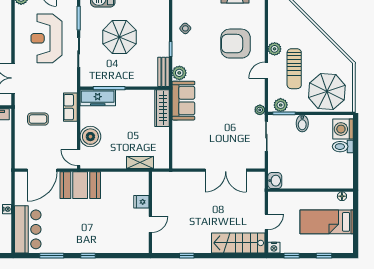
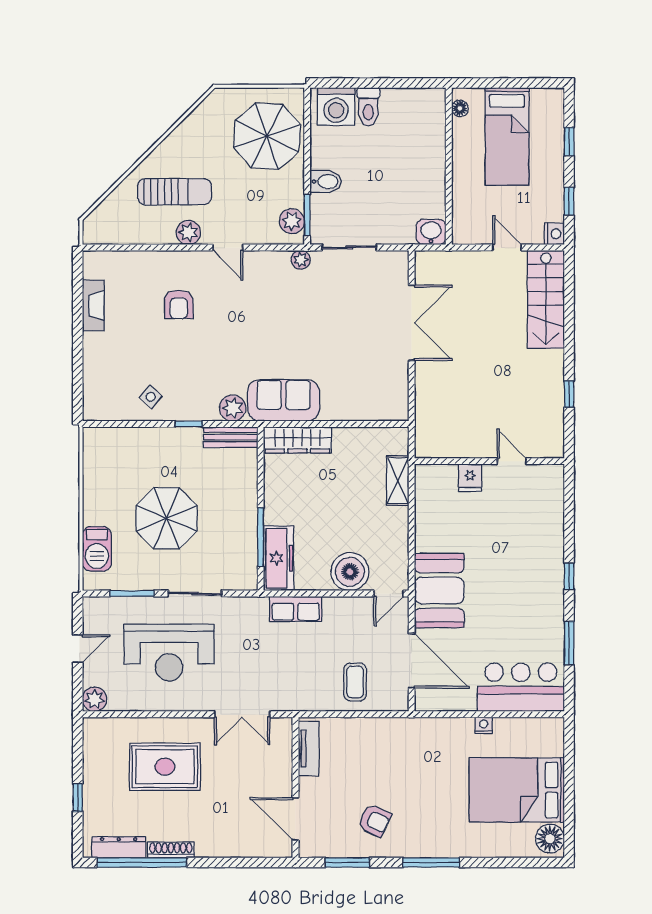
armchair: (236, 44) -> (179, 304), width x0.53, depth x0.53
sun lounger: (294, 69) -> (175, 192), moved
coffee table: (38, 119) -> (355, 682), moved

